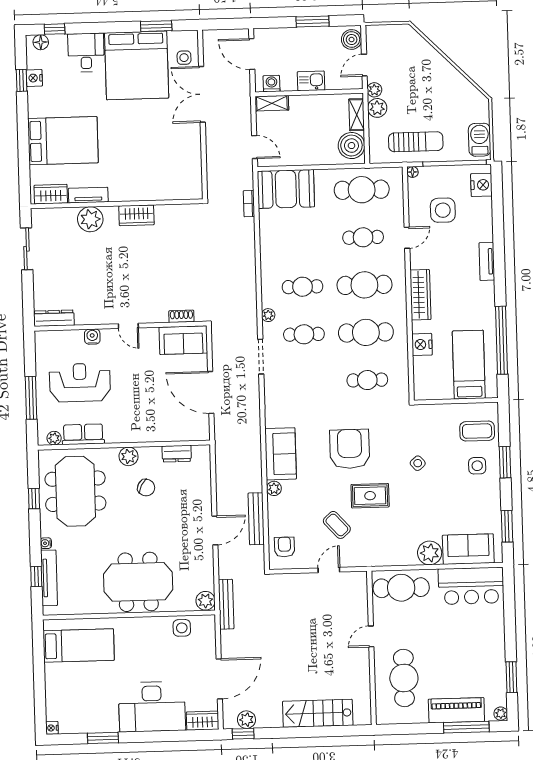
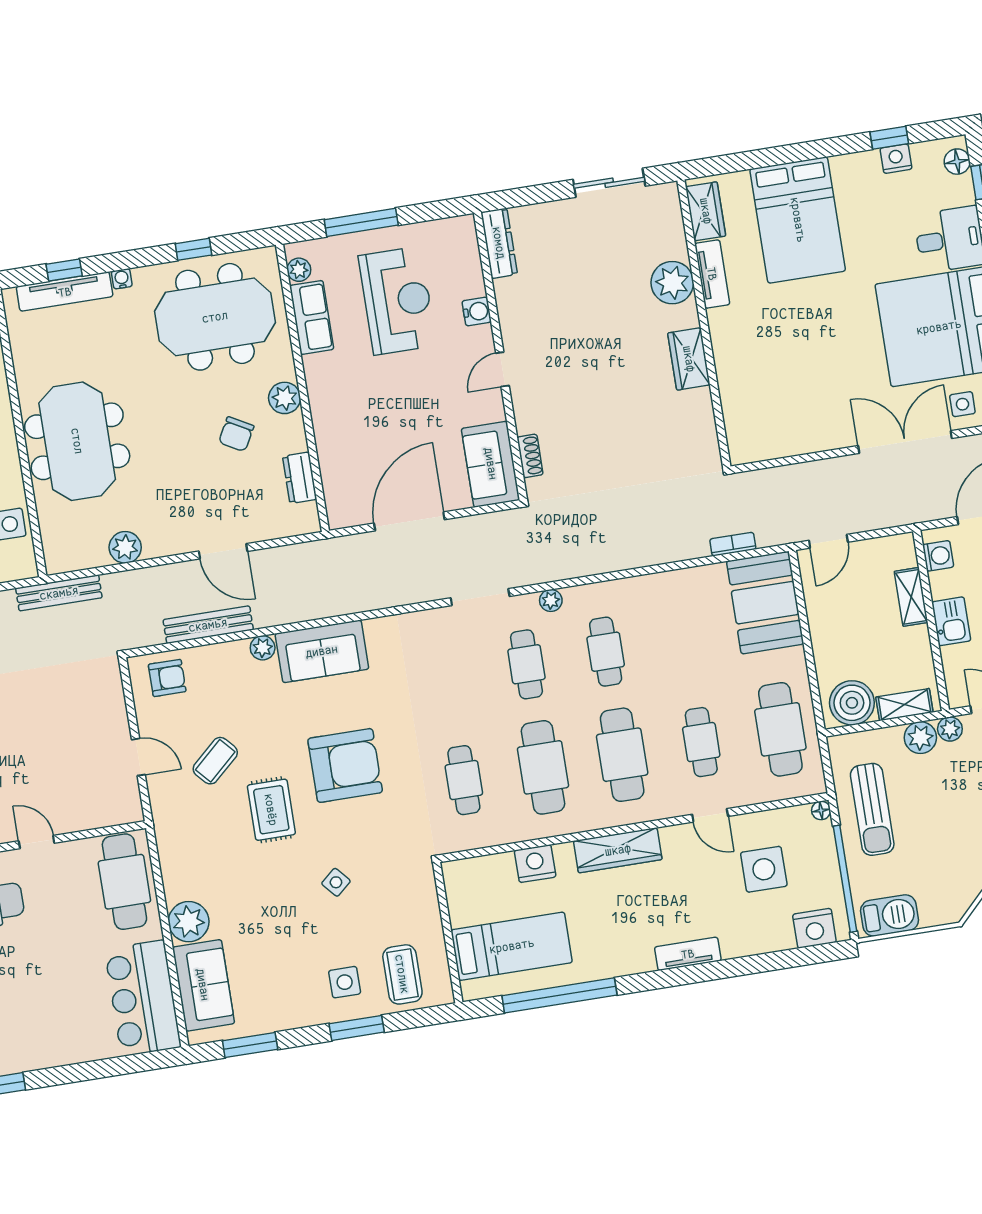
shelving: (272, 103) -> (911, 597), moved
door: (215, 530) -> (223, 551), moved
plant: (205, 601) -> (125, 547), moved

